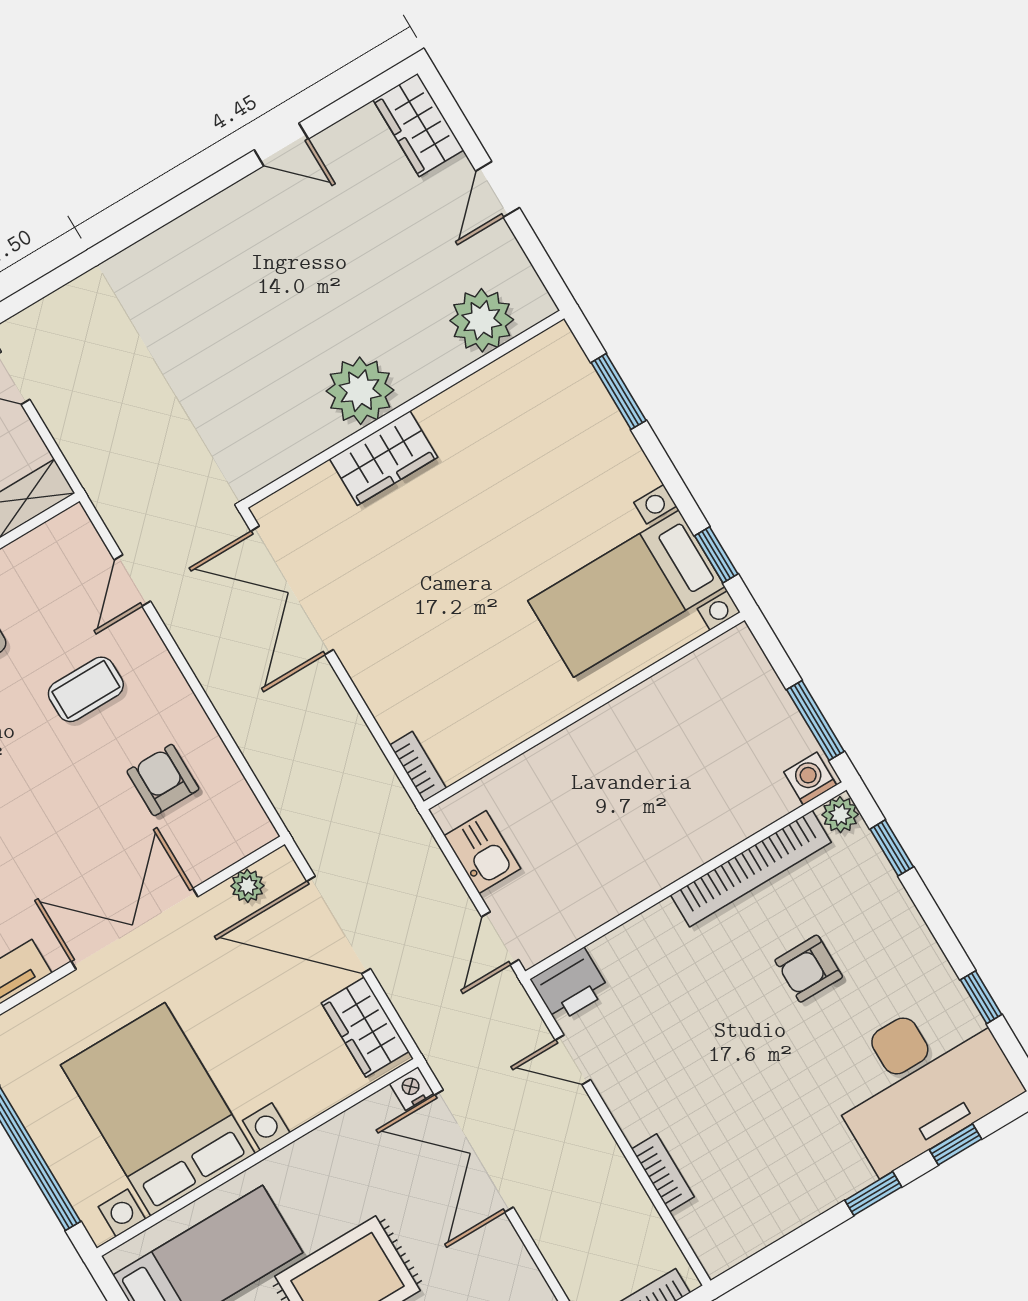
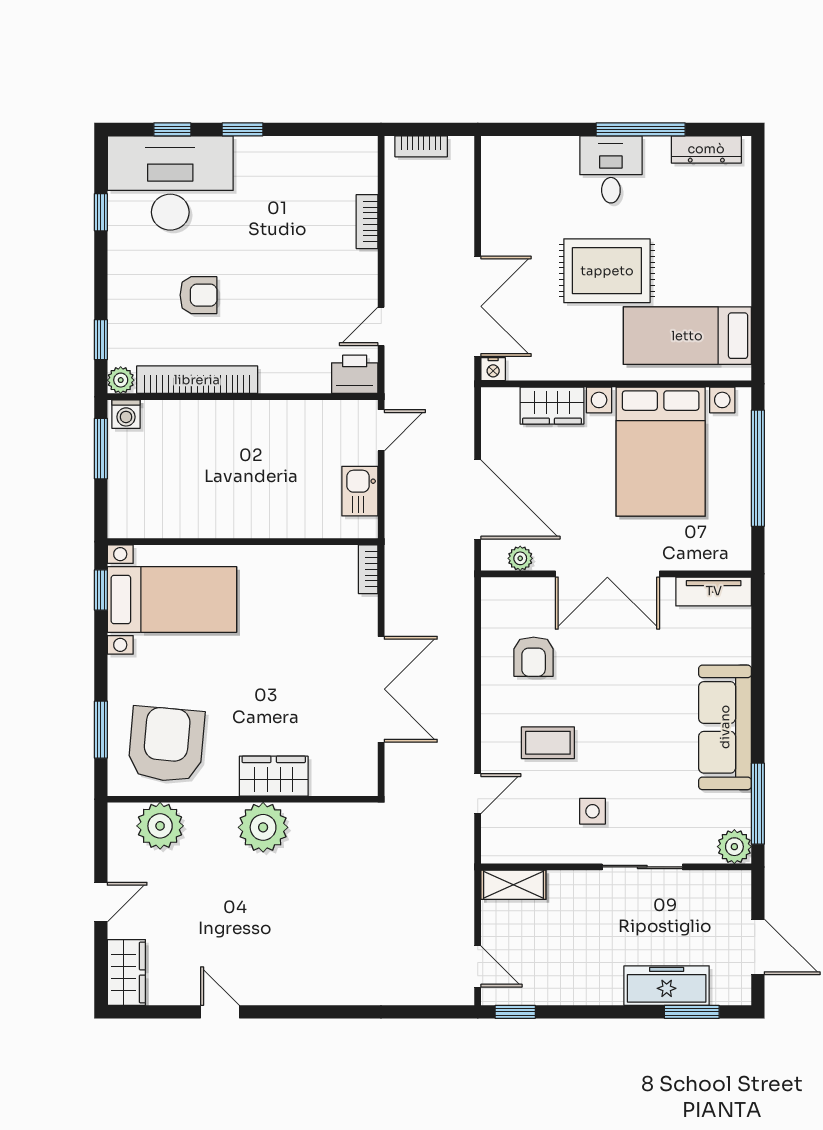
armchair: (532, 420) -> (166, 744), added
double door: (292, 590) -> (381, 689), moved
wardrobe: (365, 1027) -> (552, 406), moved, turned 90
door: (573, 1060) -> (381, 326), swing flipped

